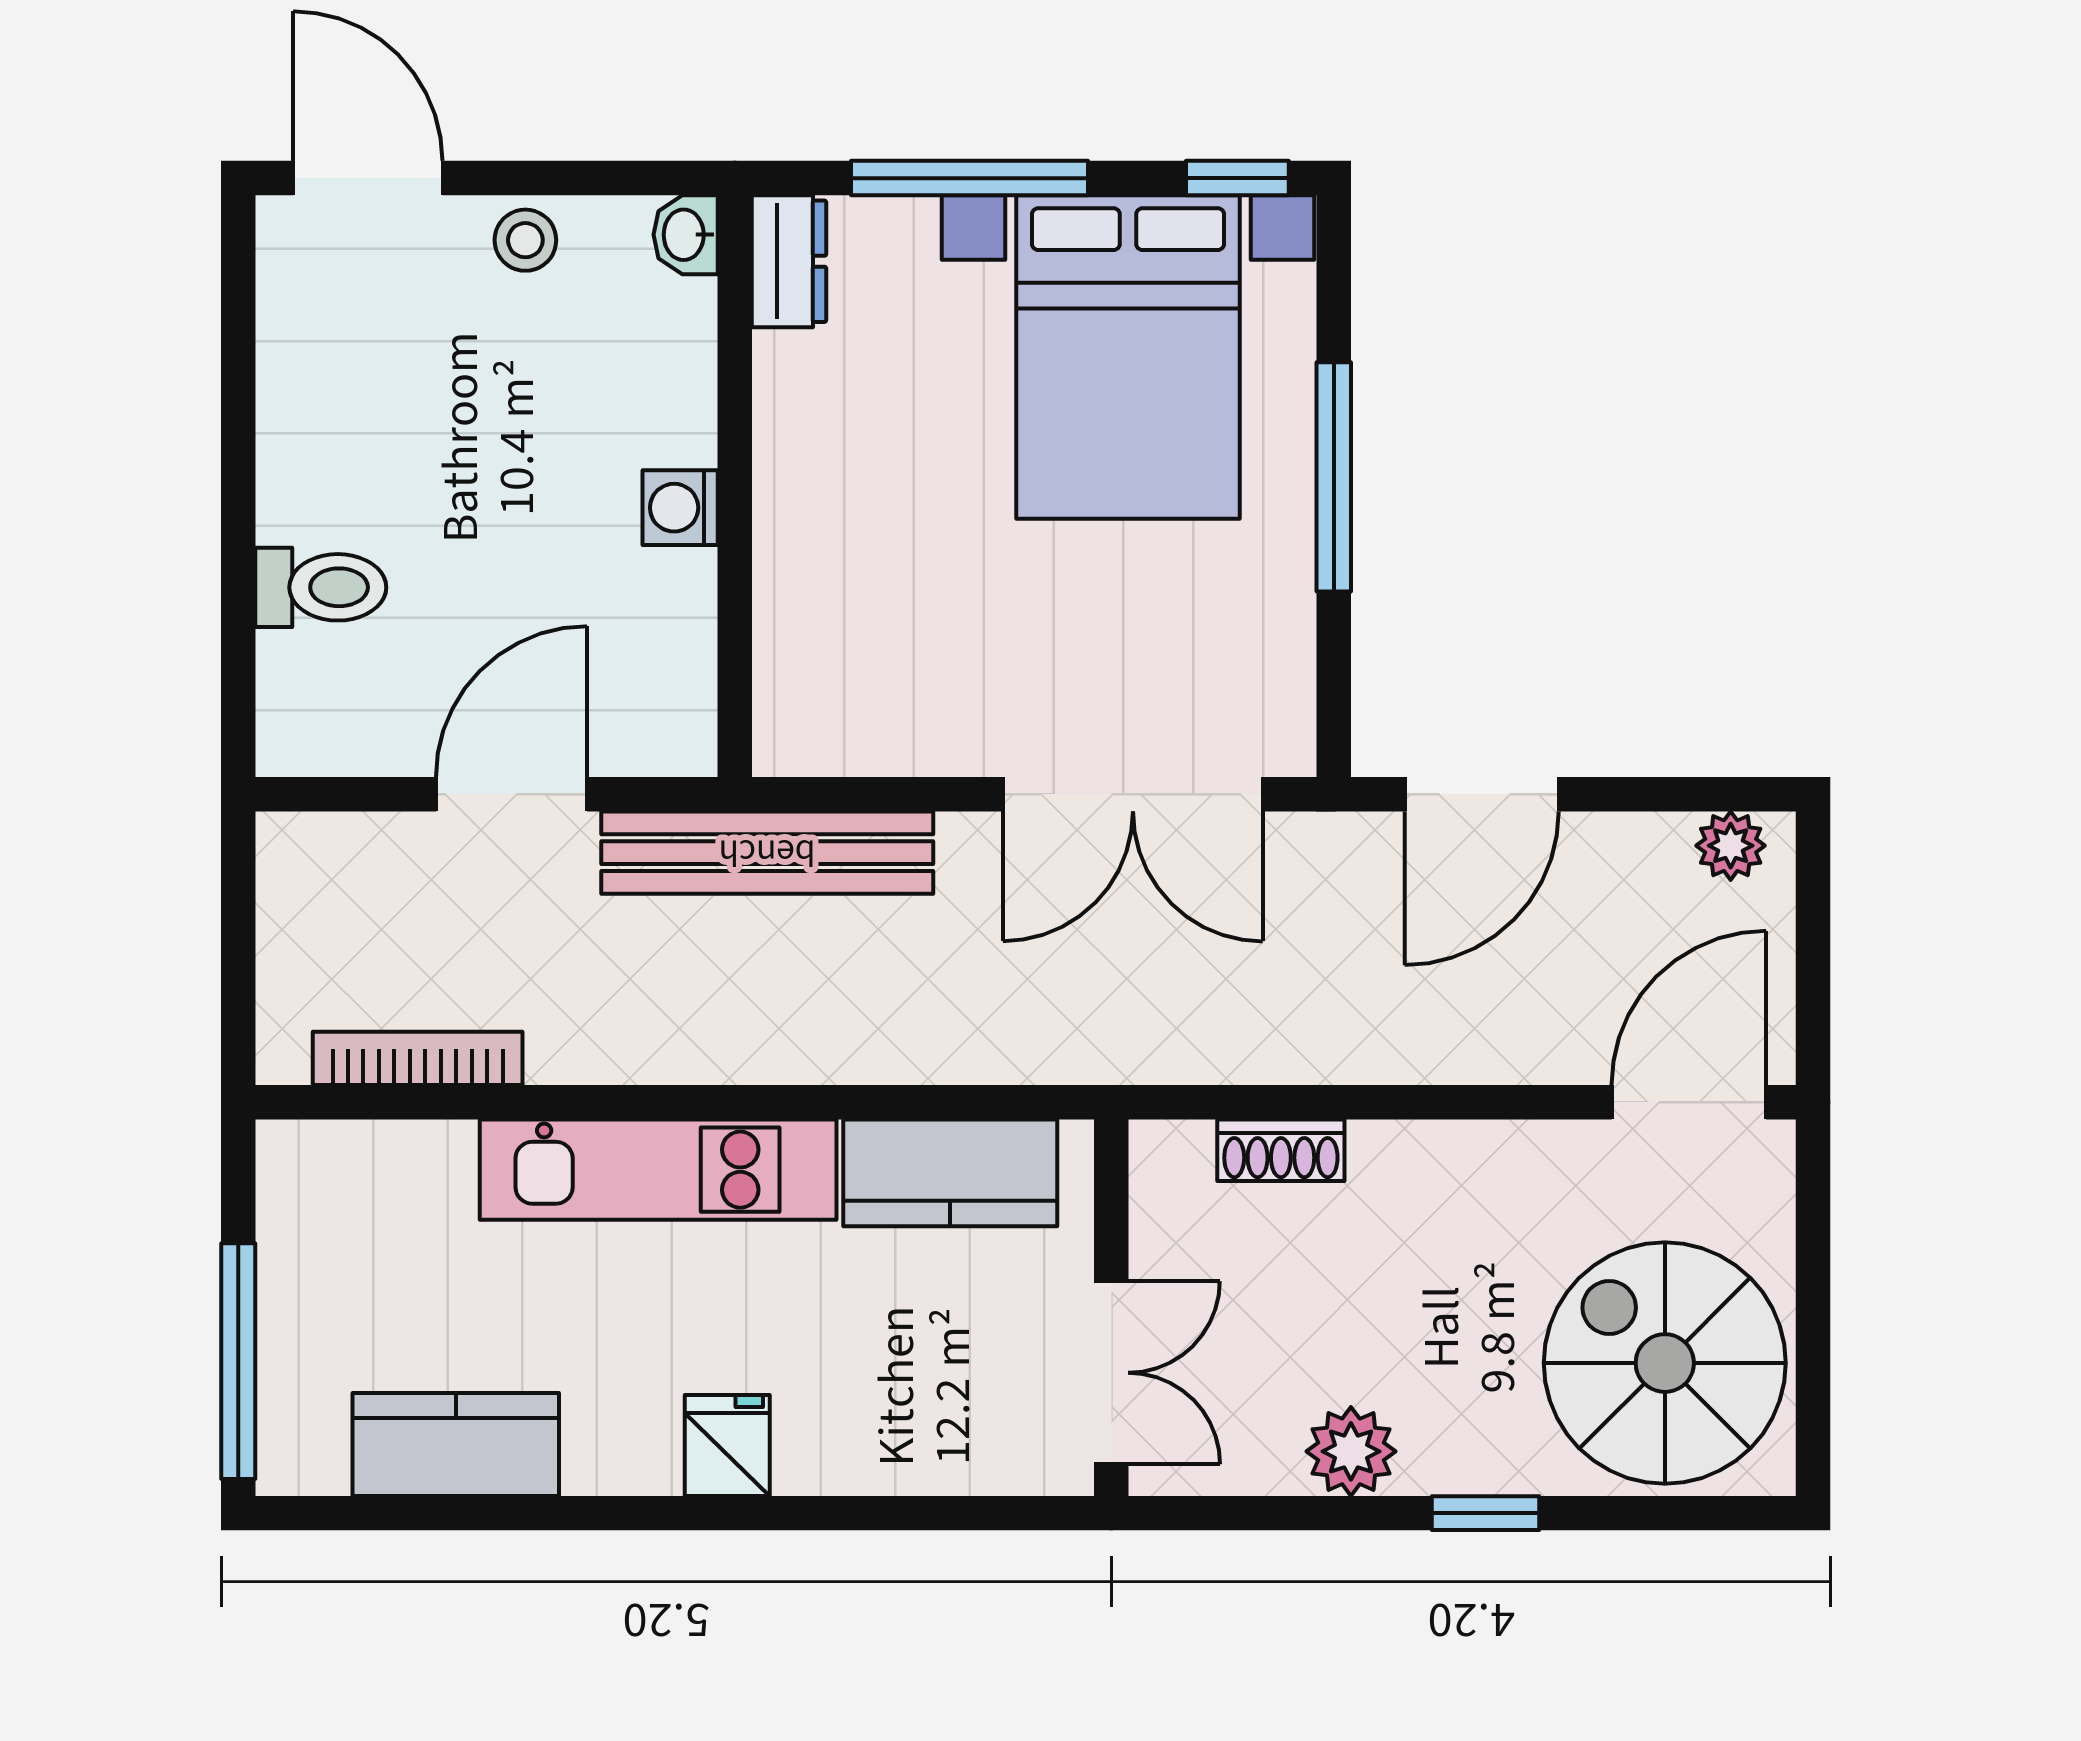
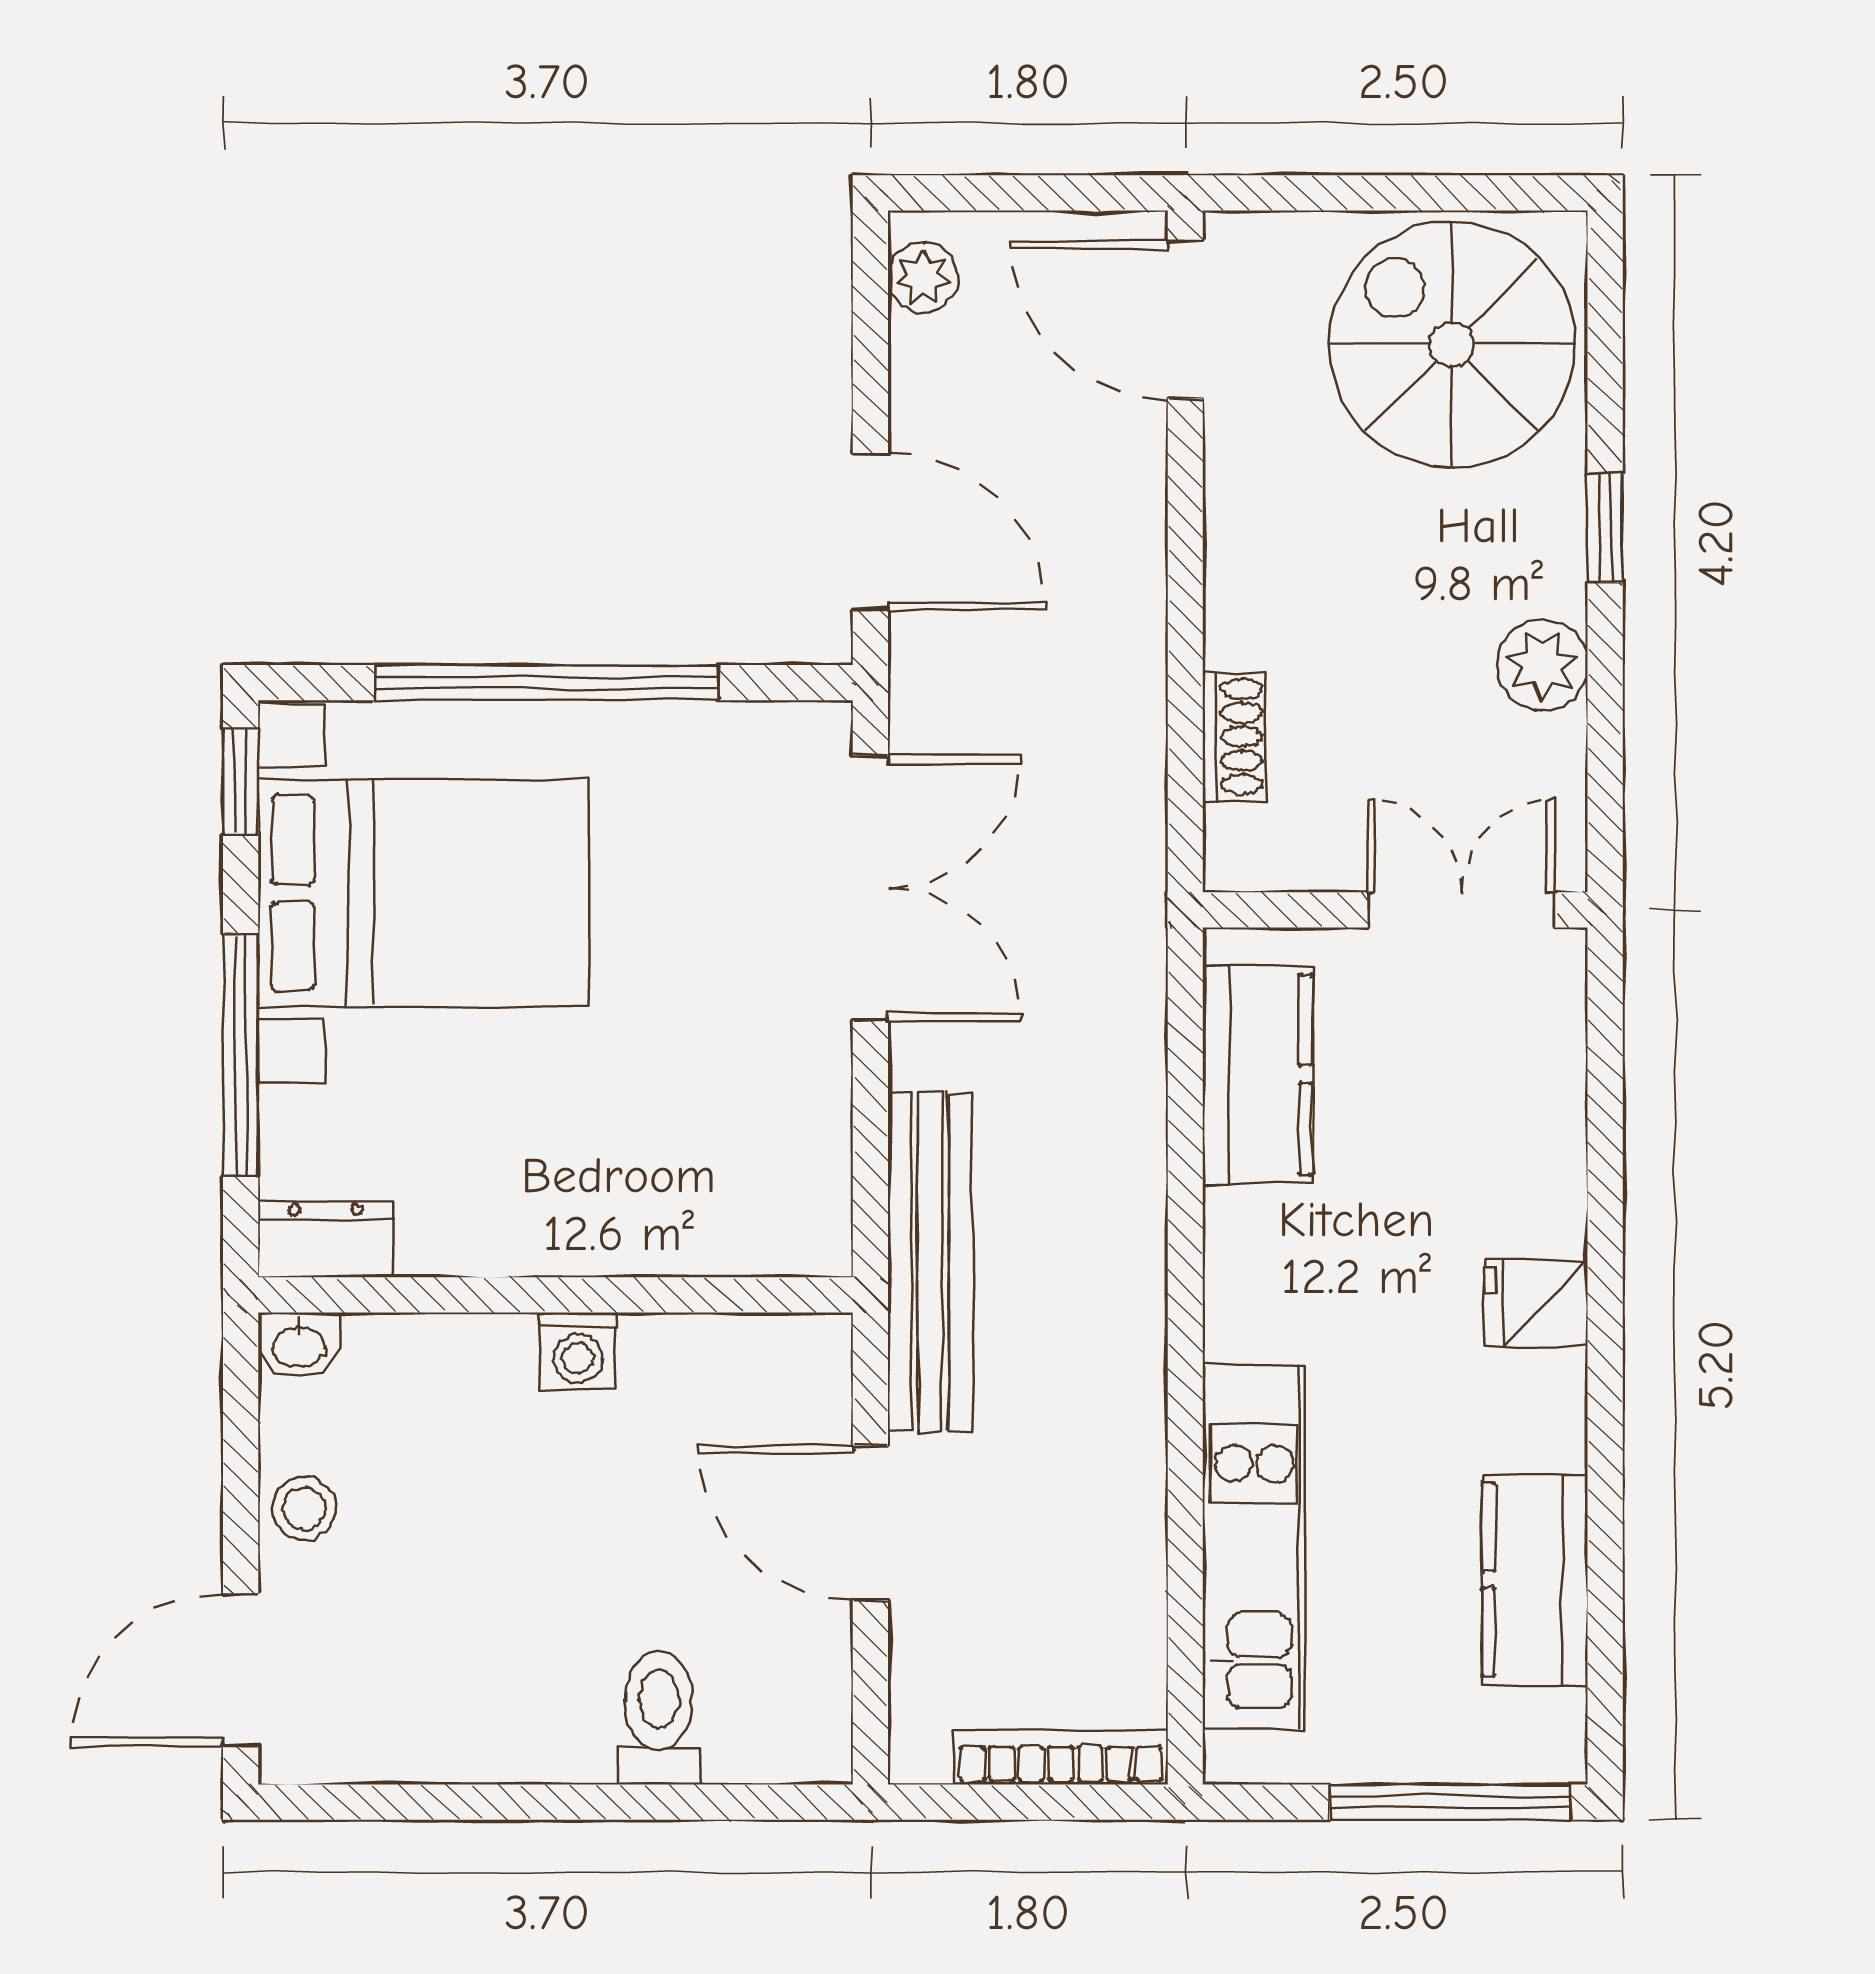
window: (1334, 477) -> (546, 683), width x1.46
bookcase: (418, 1058) -> (1061, 1757), moved, turned 90
kitchen unit: (658, 1170) -> (1254, 1548), moved
spiral stairs: (1665, 1363) -> (1452, 344), turned 90

